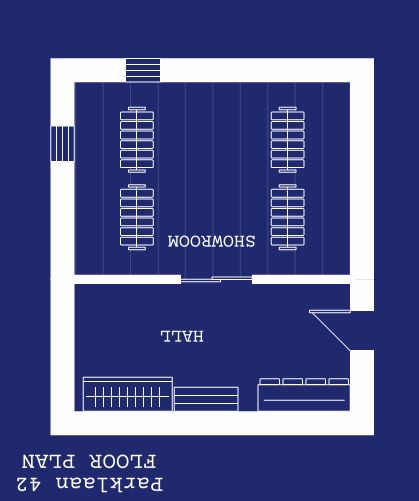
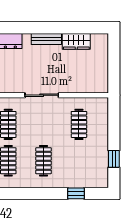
clothes rail: (137, 140) -> (44, 161), moved
wardrobe: (128, 394) -> (76, 41), width x0.67

